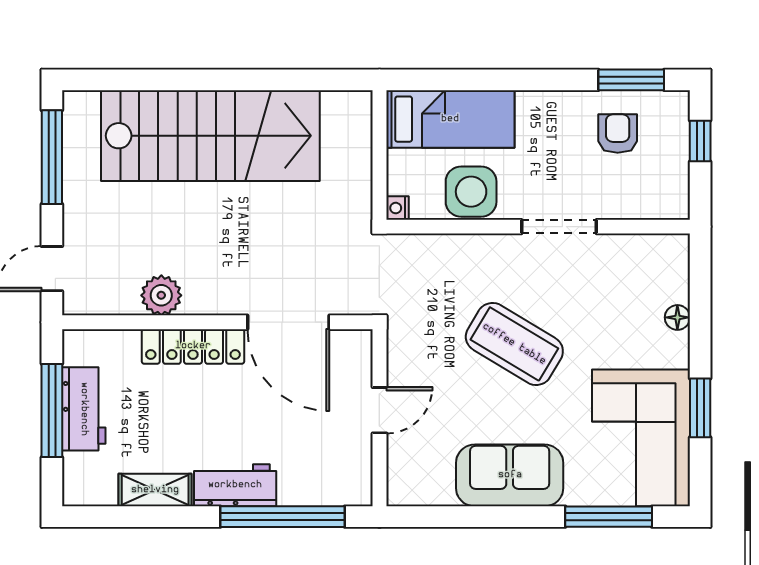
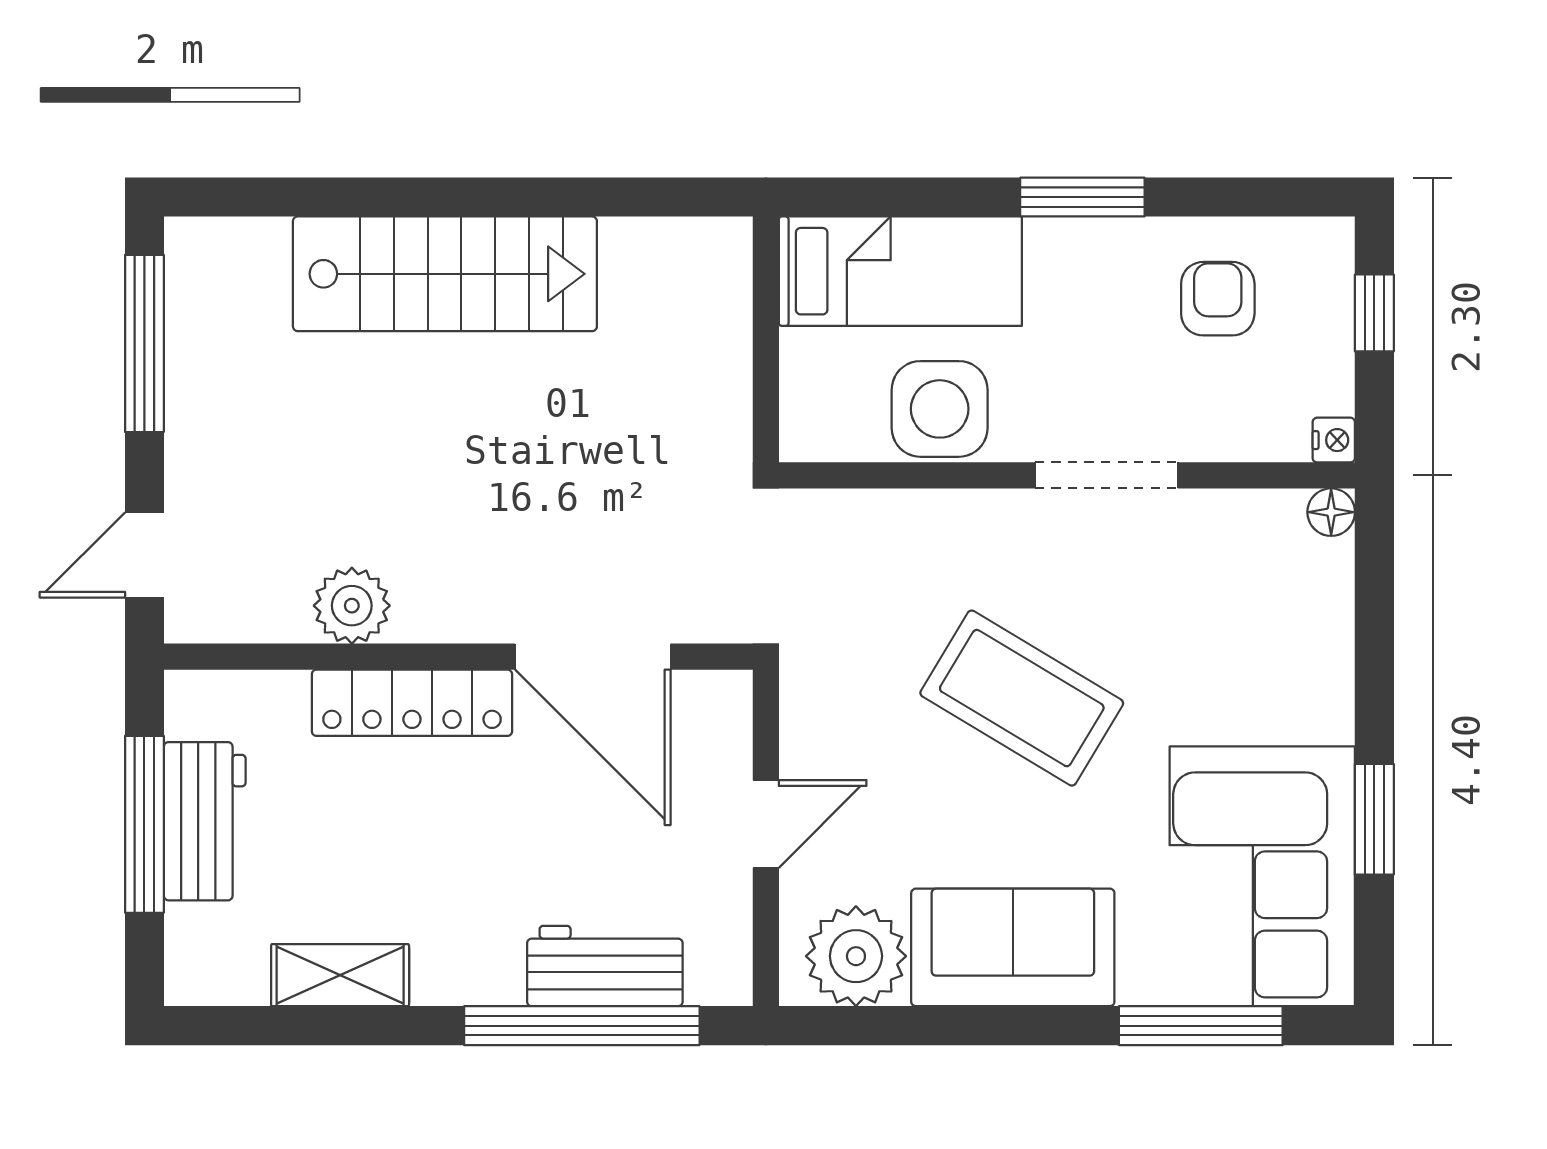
window: (631, 80) -> (1082, 197), moved
stairs: (210, 136) -> (445, 274), width x0.73, depth x0.66
nightstand: (397, 208) -> (1334, 440), moved, turned 180
floor lamp: (677, 317) -> (1331, 512), moved
plant: (427, 480) -> (856, 956), added
workbench: (235, 485) -> (605, 966), moved

